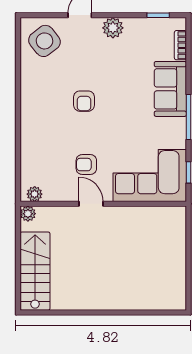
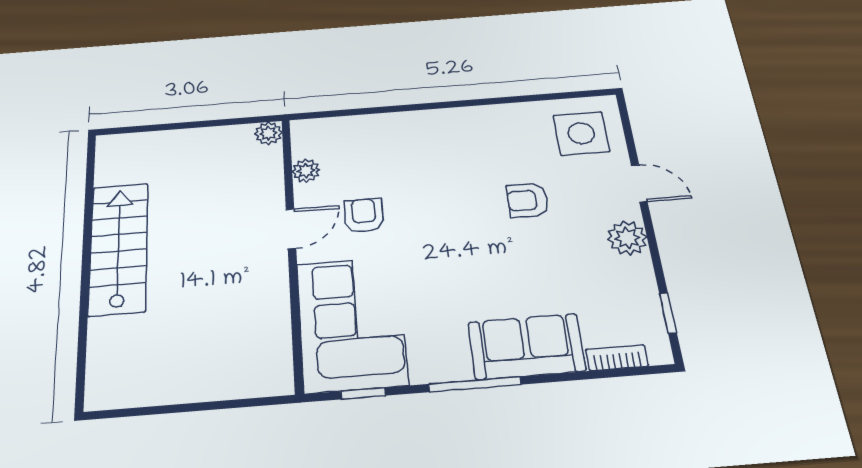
side table: (44, 41) -> (581, 133), turned 38
armchair: (84, 101) -> (527, 200), moved
plant: (35, 194) -> (306, 171), moved
stairs: (35, 271) -> (119, 248), moved, turned -90

